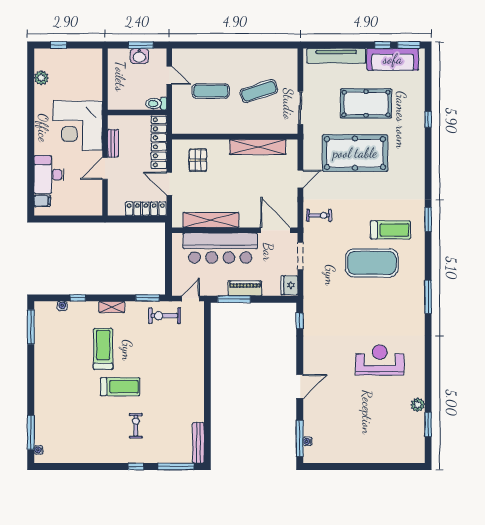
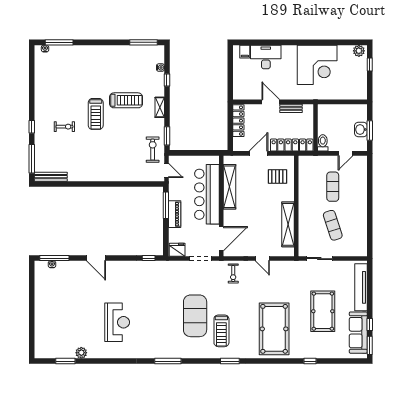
plant: (41, 78) -> (359, 51), moved
corner desk: (78, 126) -> (317, 65), moved, turned 180
pool table: (355, 153) -> (274, 329), moved
locker: (146, 209) -> (238, 121), moved

